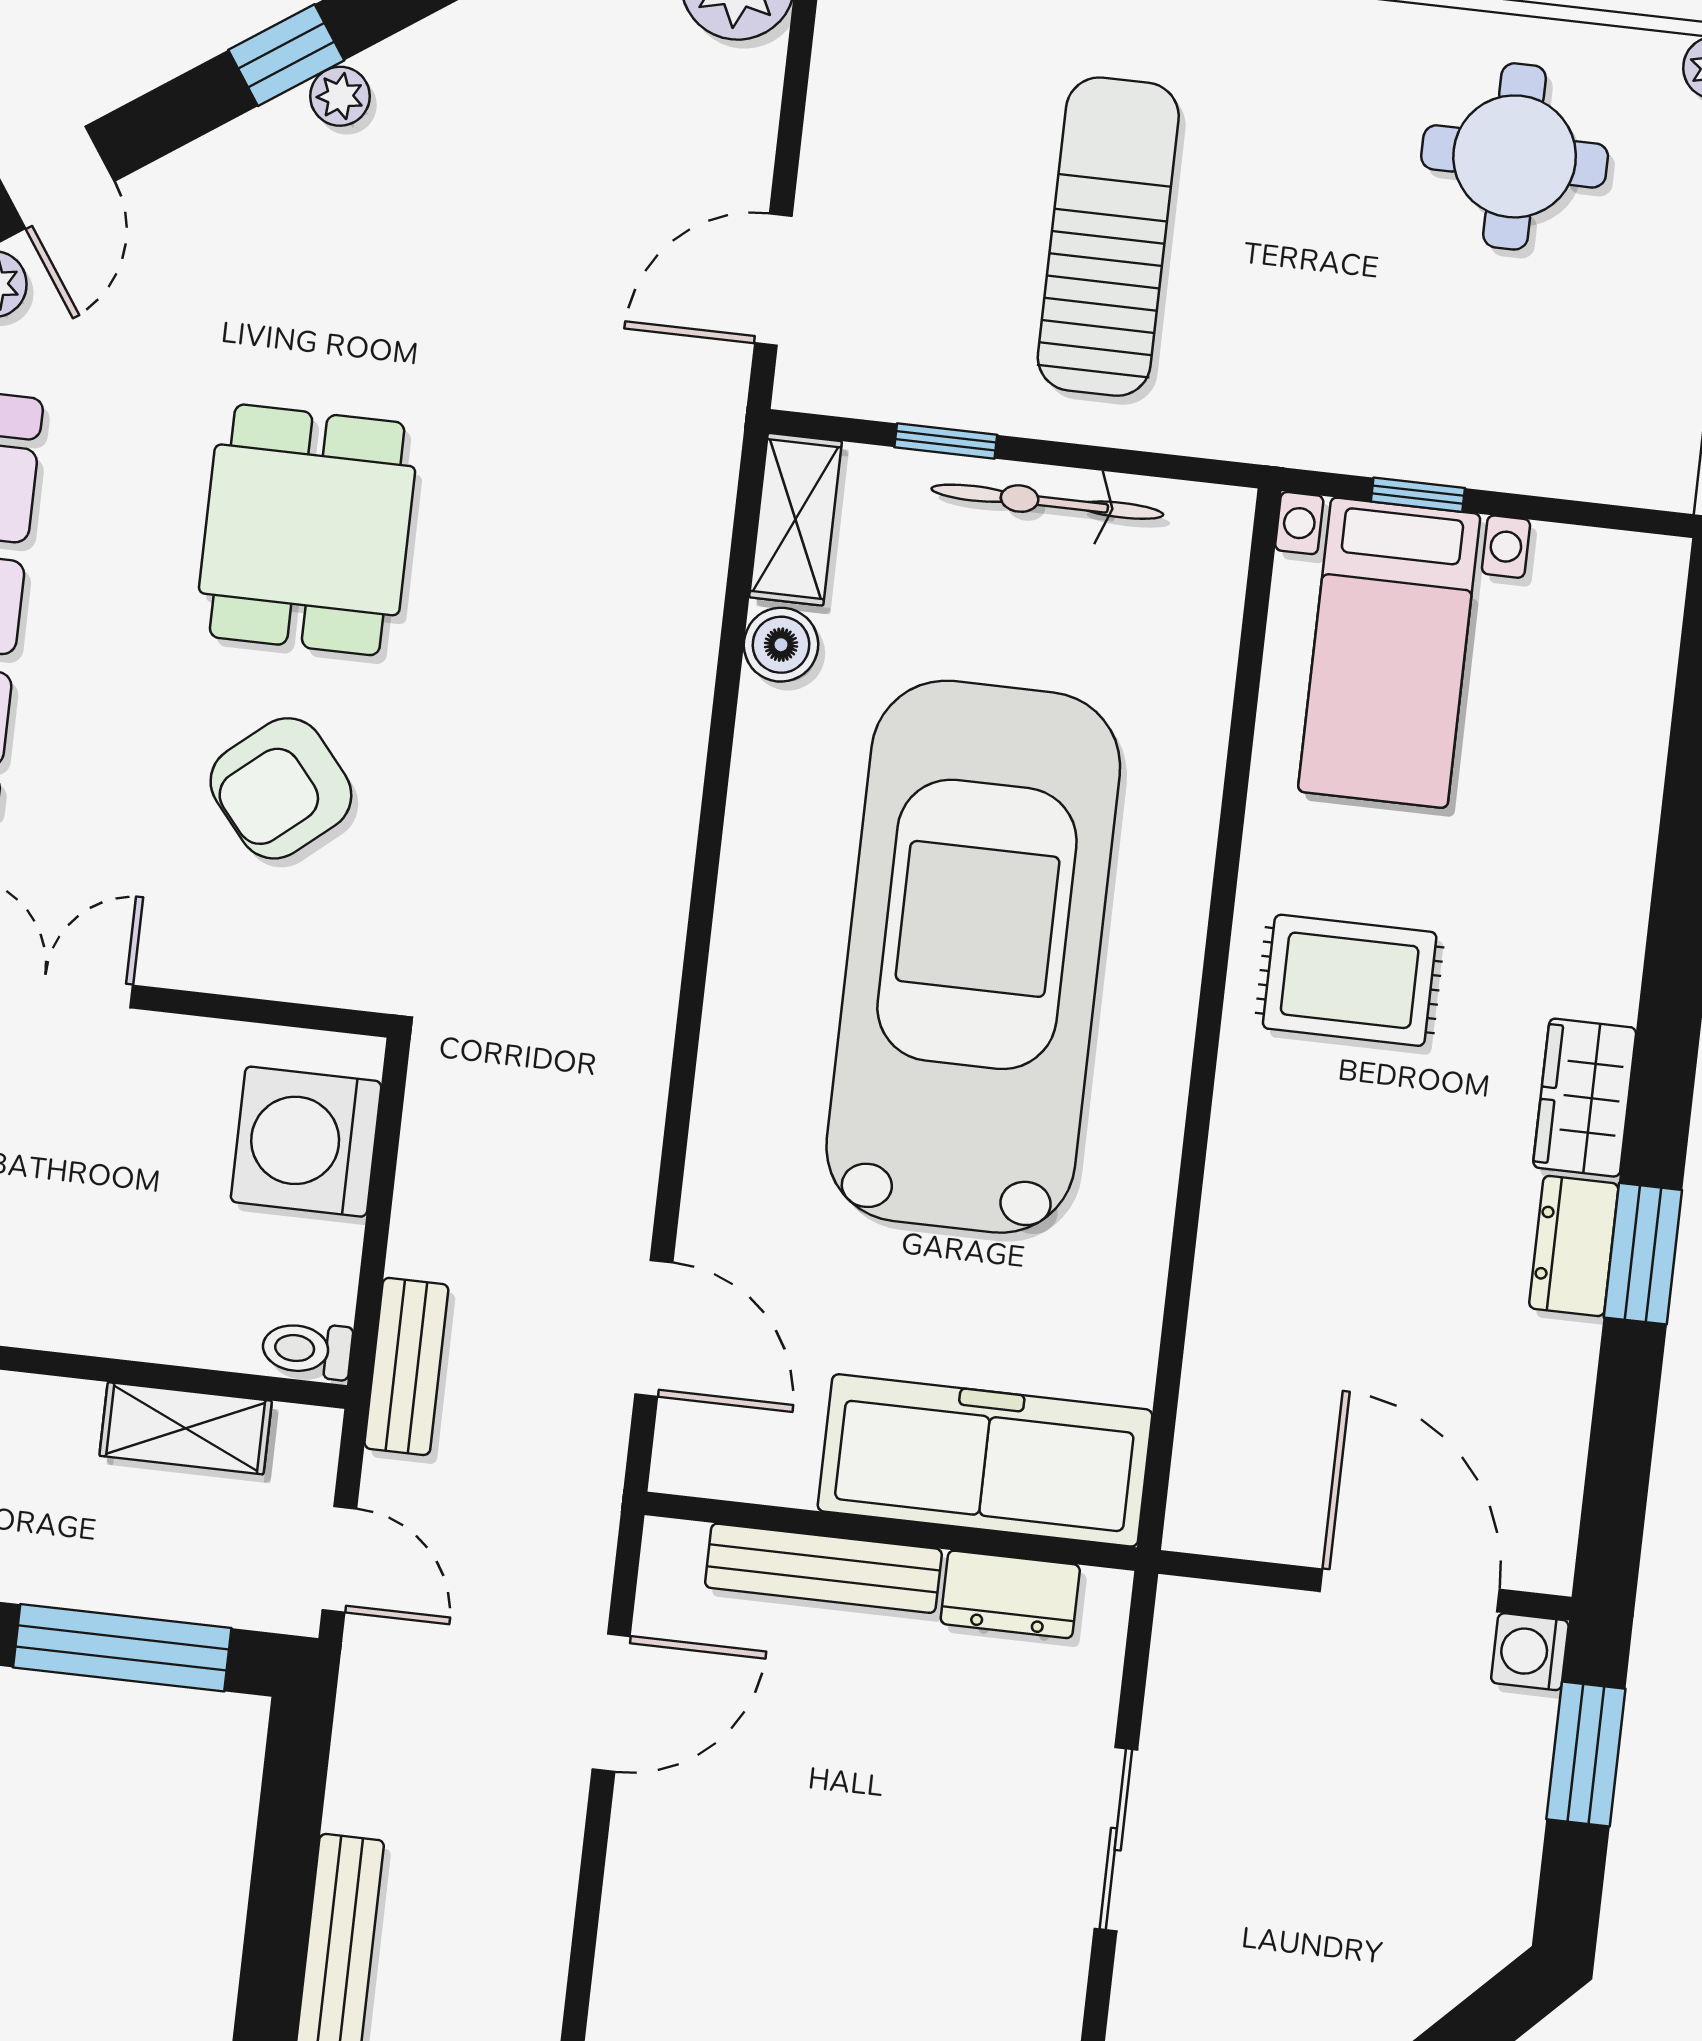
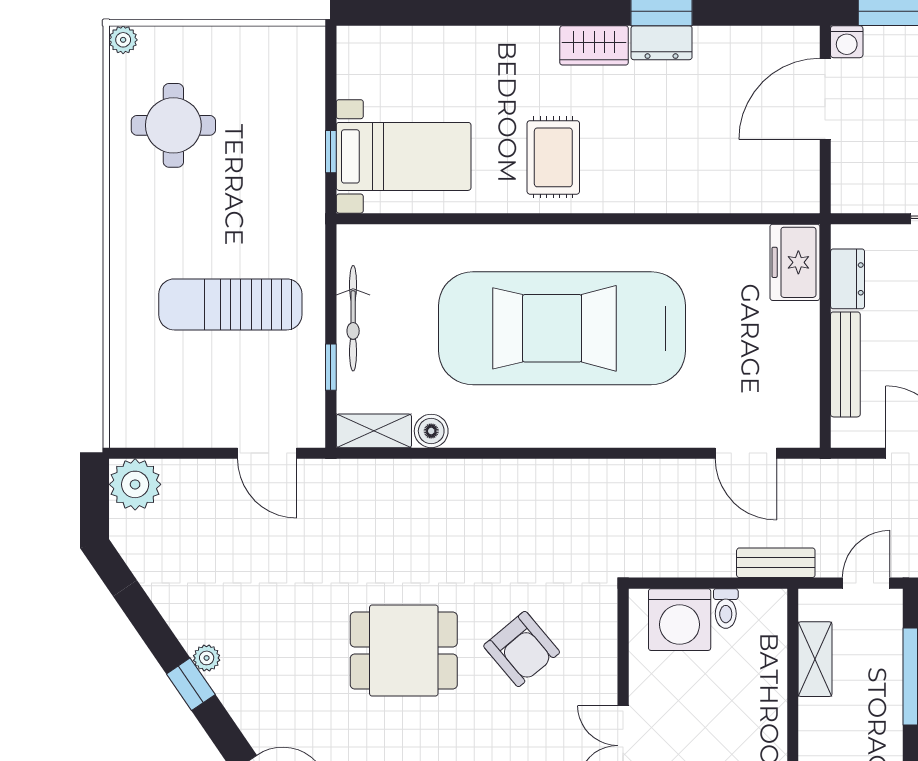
door: (654, 1328) -> (746, 453), swing flipped
toilet: (307, 1349) -> (726, 608), moved
freezer: (985, 1460) -> (795, 262), width x0.52, depth x0.79

